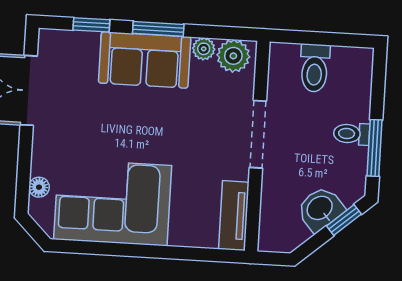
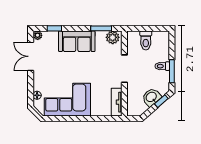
window: (158, 29) -> (101, 28), moved
plant: (204, 49) -> (38, 35), moved

